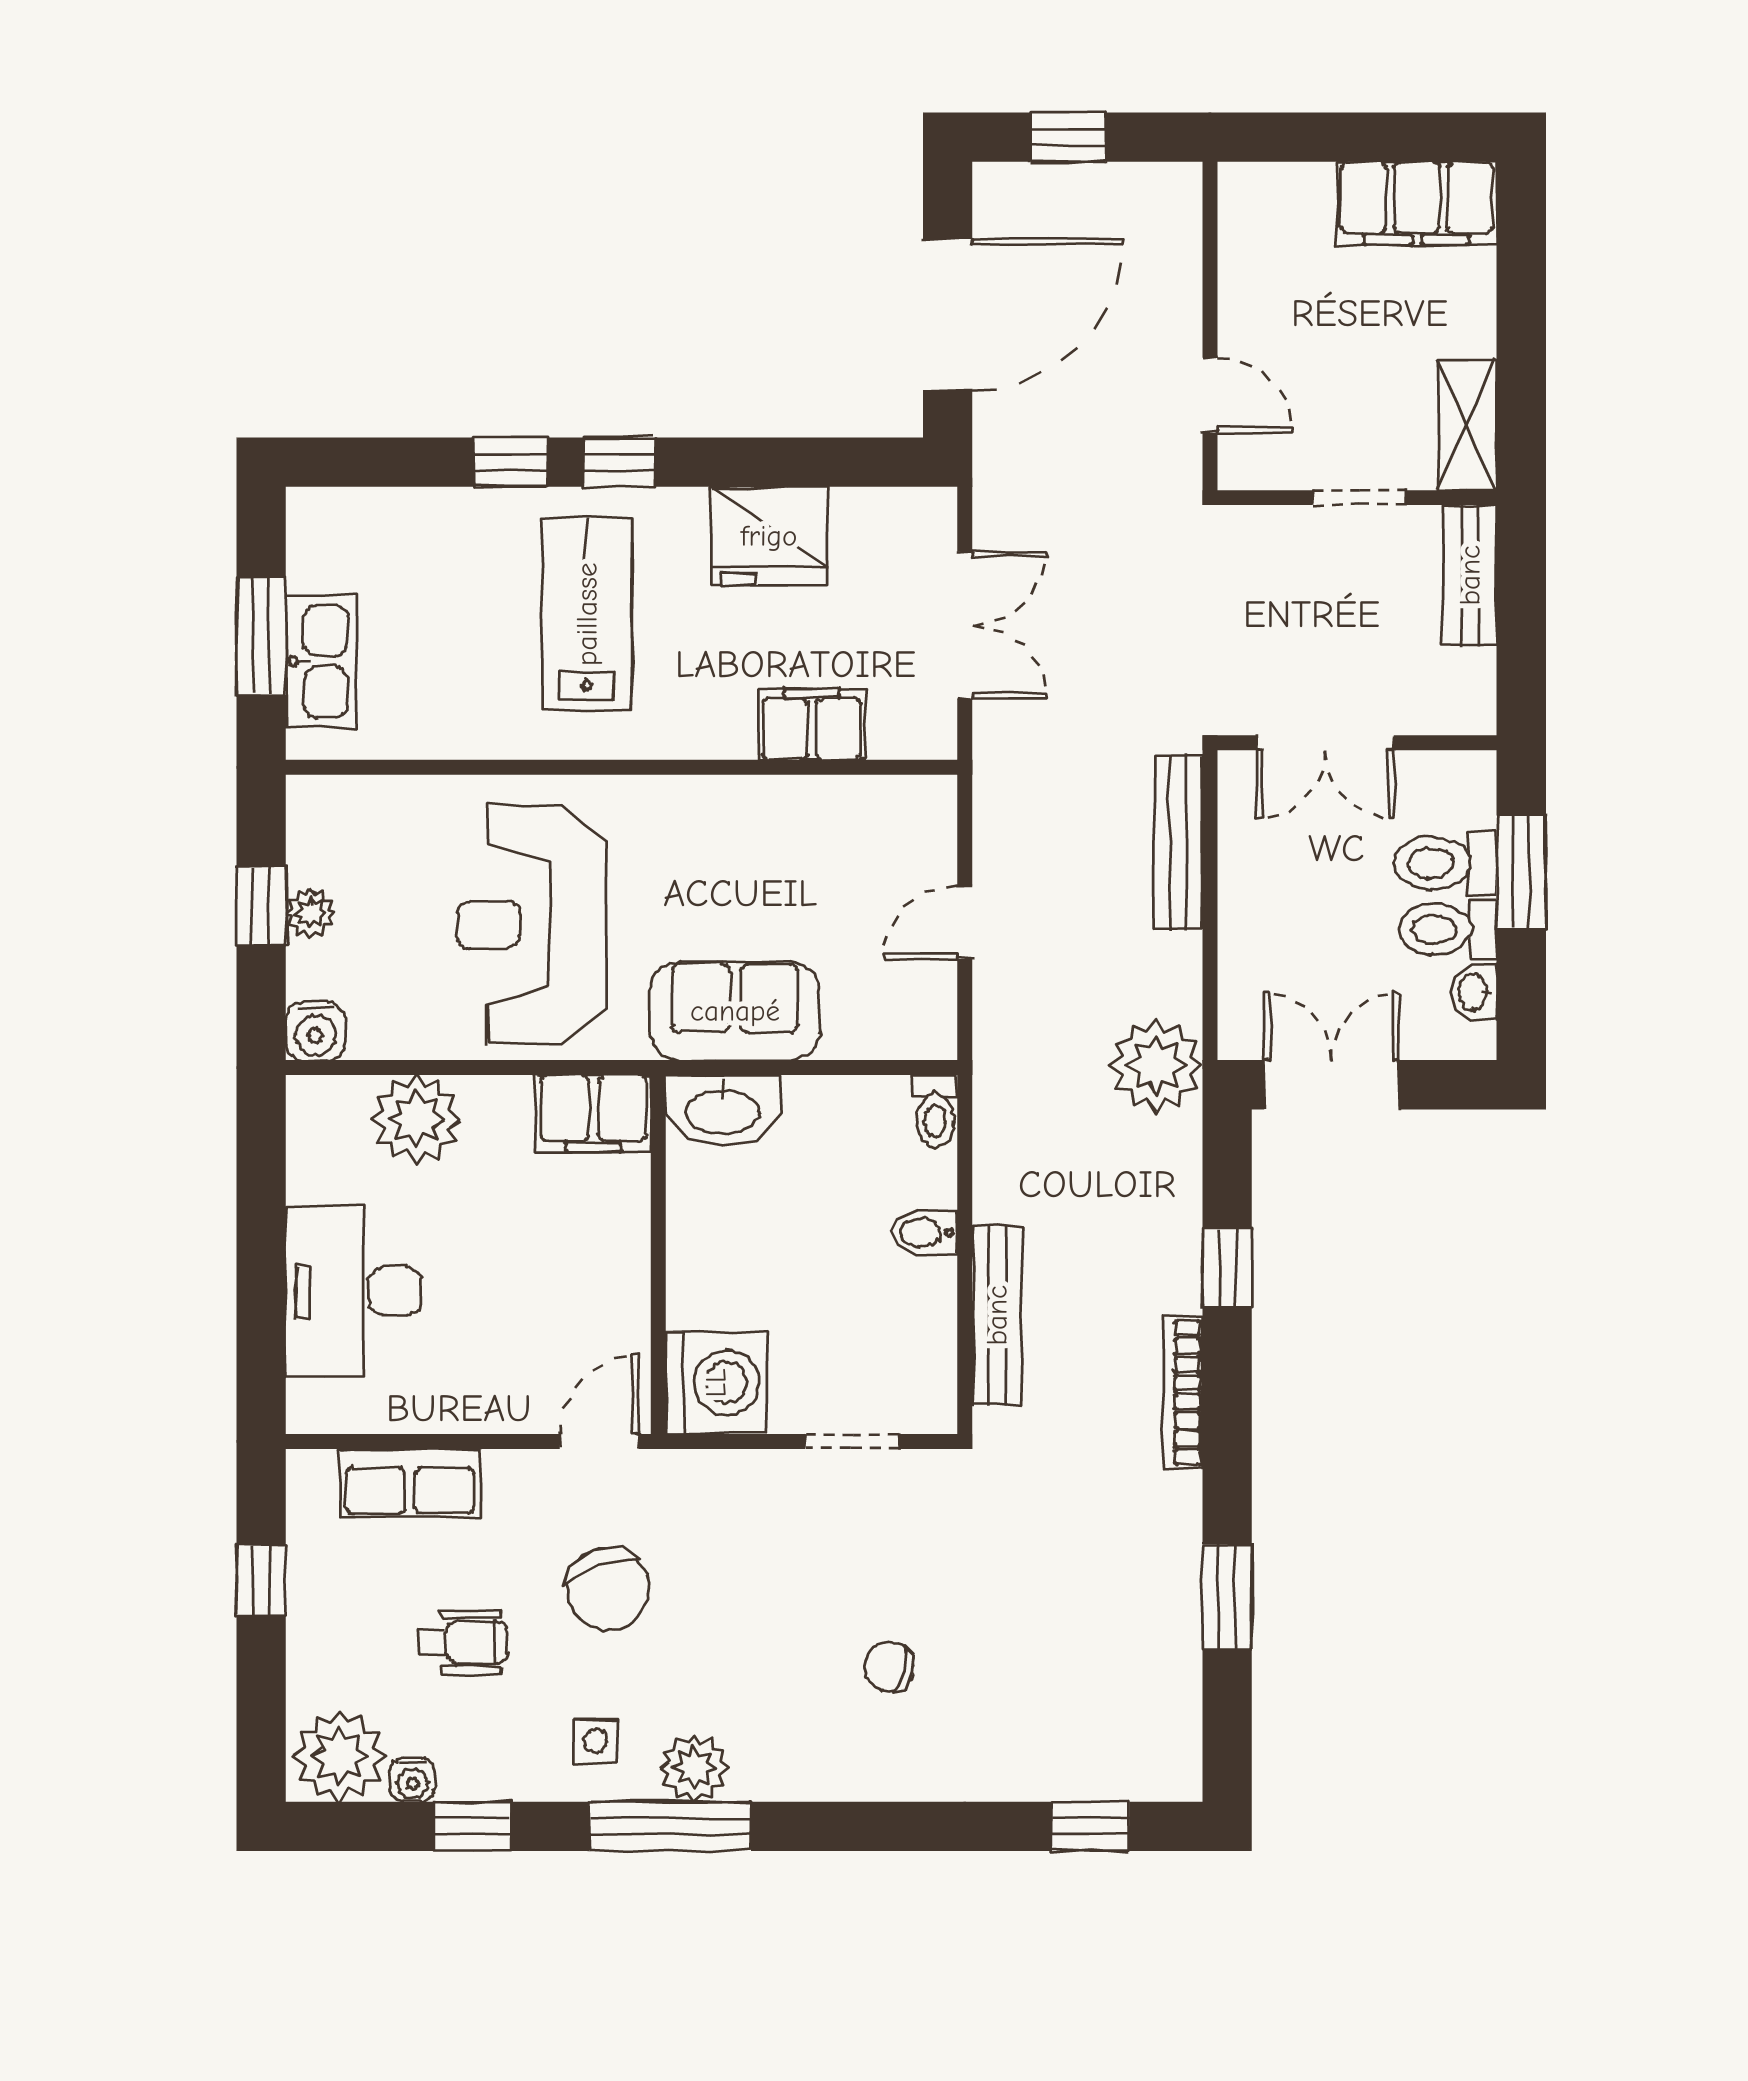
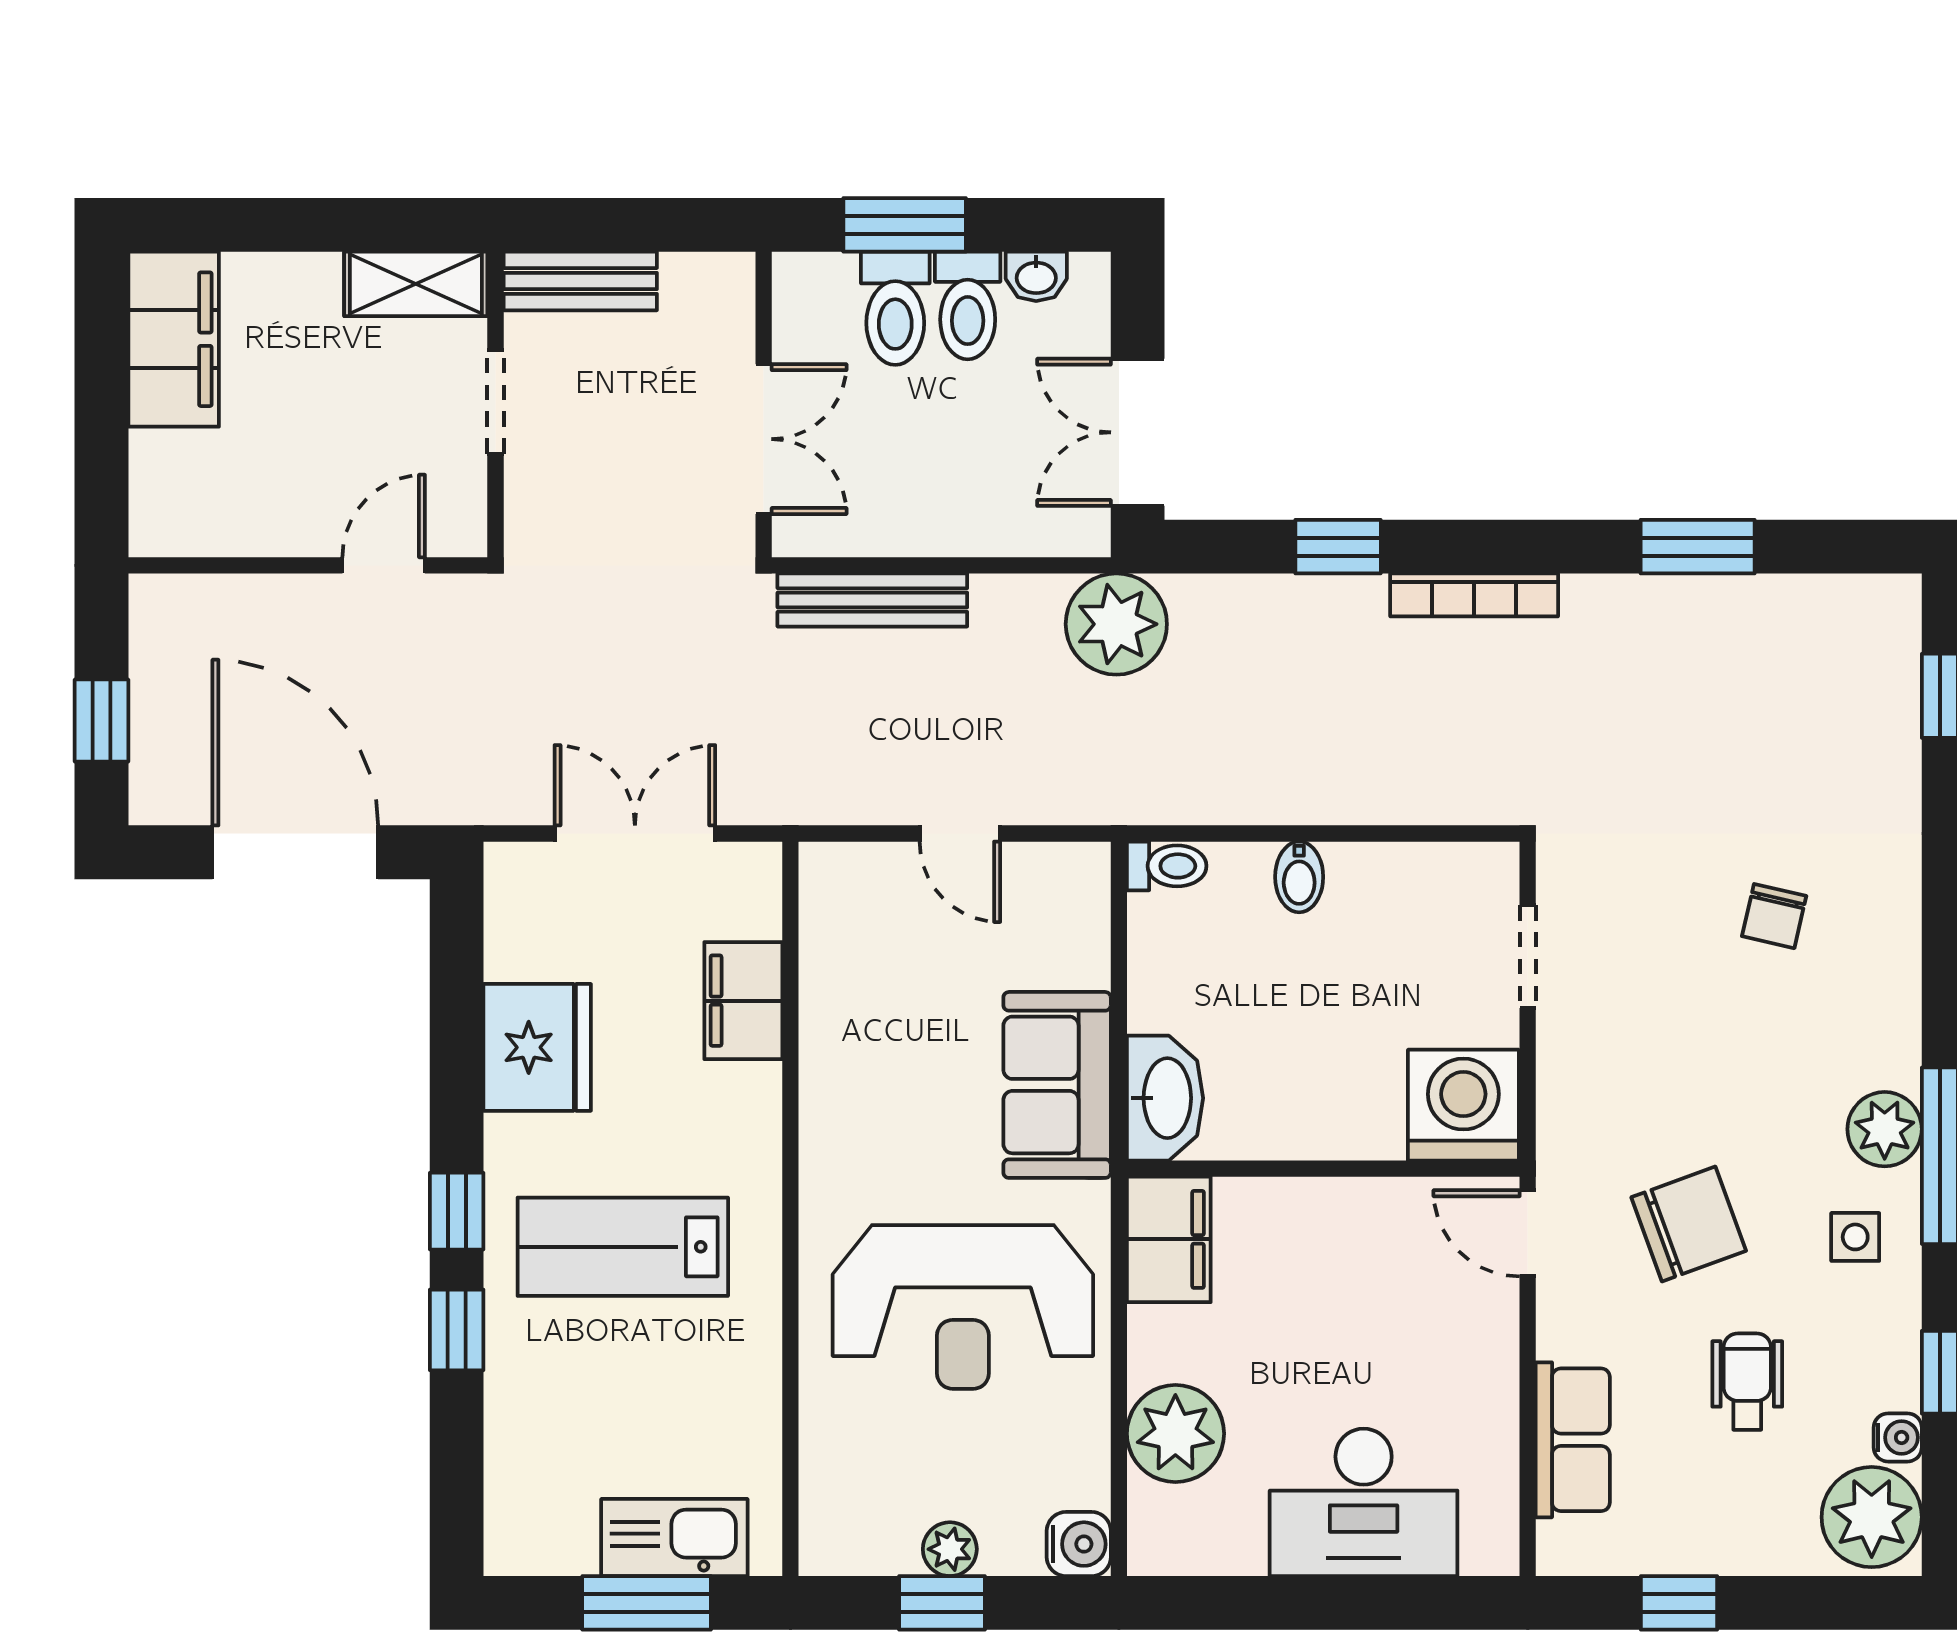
bench: (997, 1315) -> (1389, 798), removed

